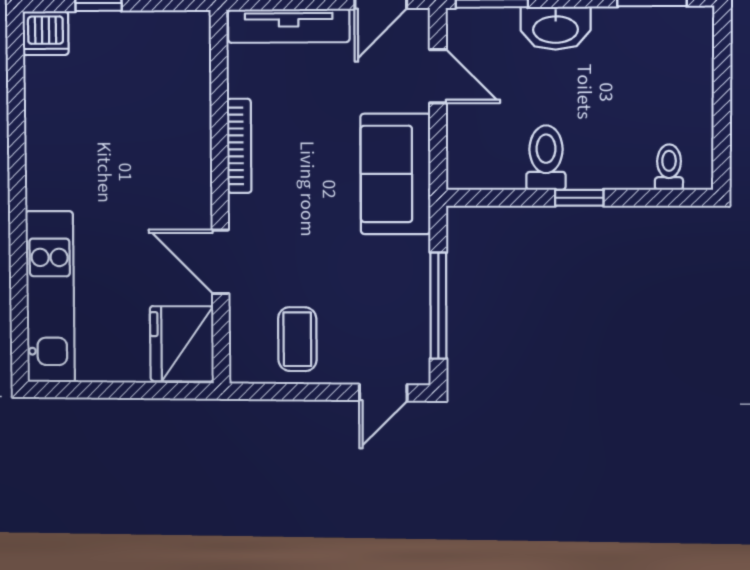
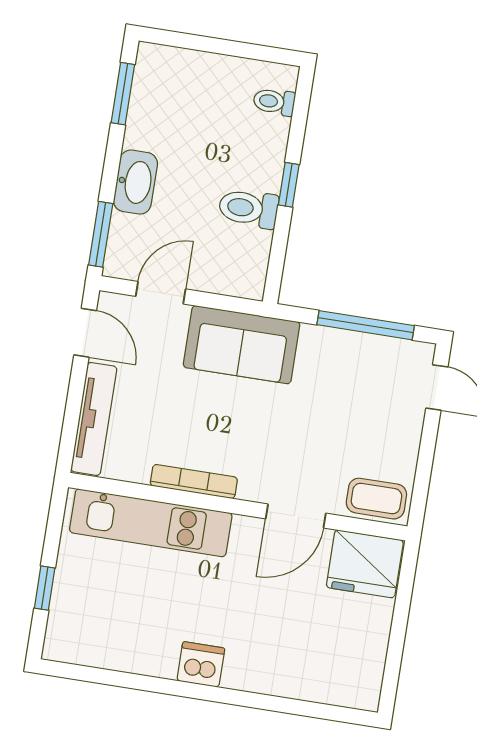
dishwasher: (46, 33) -> (201, 664), moved, turned -90
kitchen unit: (50, 297) -> (151, 523), moved, turned 180
coffee table: (297, 339) -> (376, 499), moved

